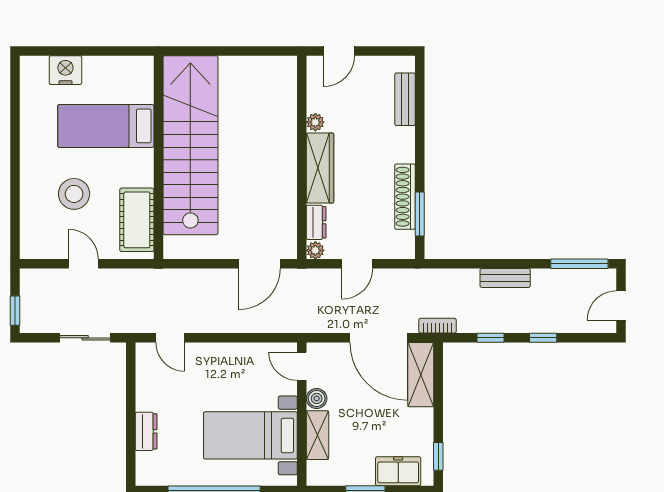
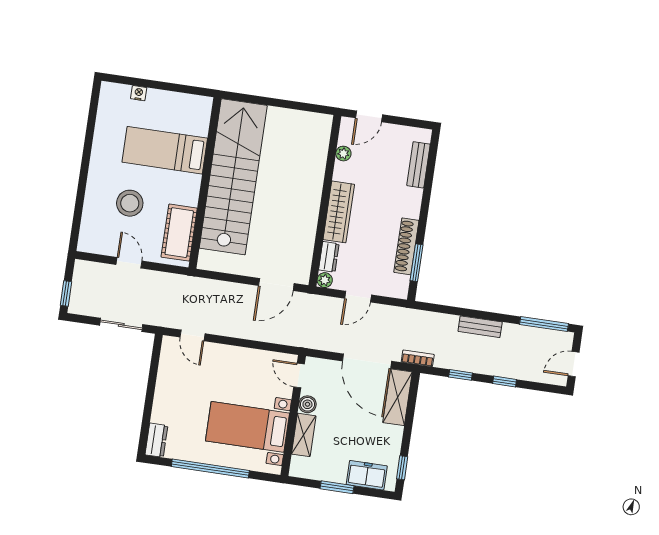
nightstand: (65, 70) -> (139, 93), width x0.53, depth x0.56
plant: (315, 122) -> (343, 154), moved
dresser: (146, 431) -> (156, 440), moved

